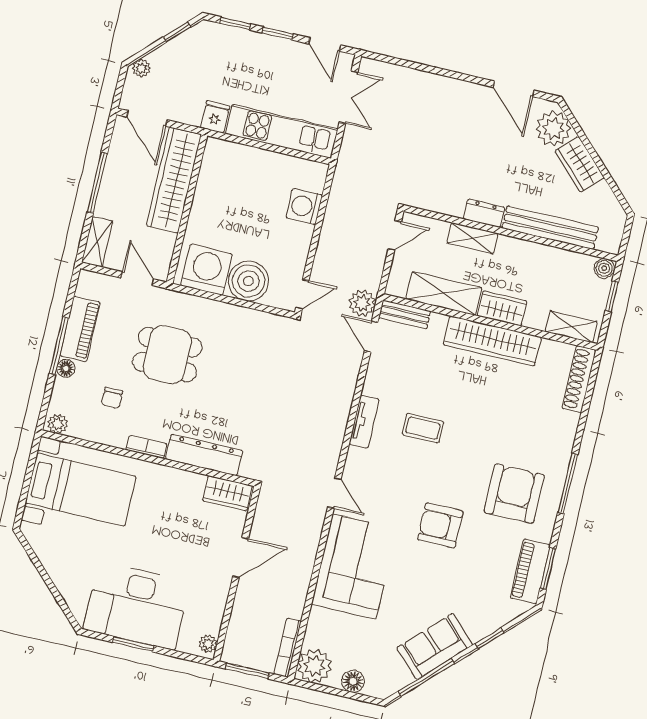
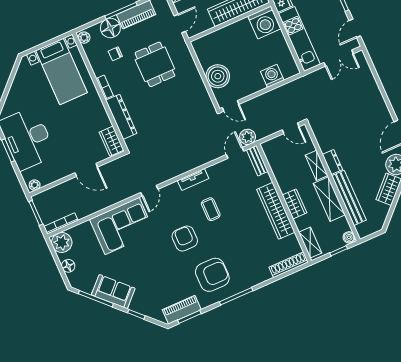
washing machine: (206, 270) -> (264, 22), moved, turned 90
shelving: (444, 293) -> (329, 199), moved
floor lamp: (66, 368) -> (110, 28), width x1.89, depth x1.89
armchair: (440, 525) -> (185, 239), moved

